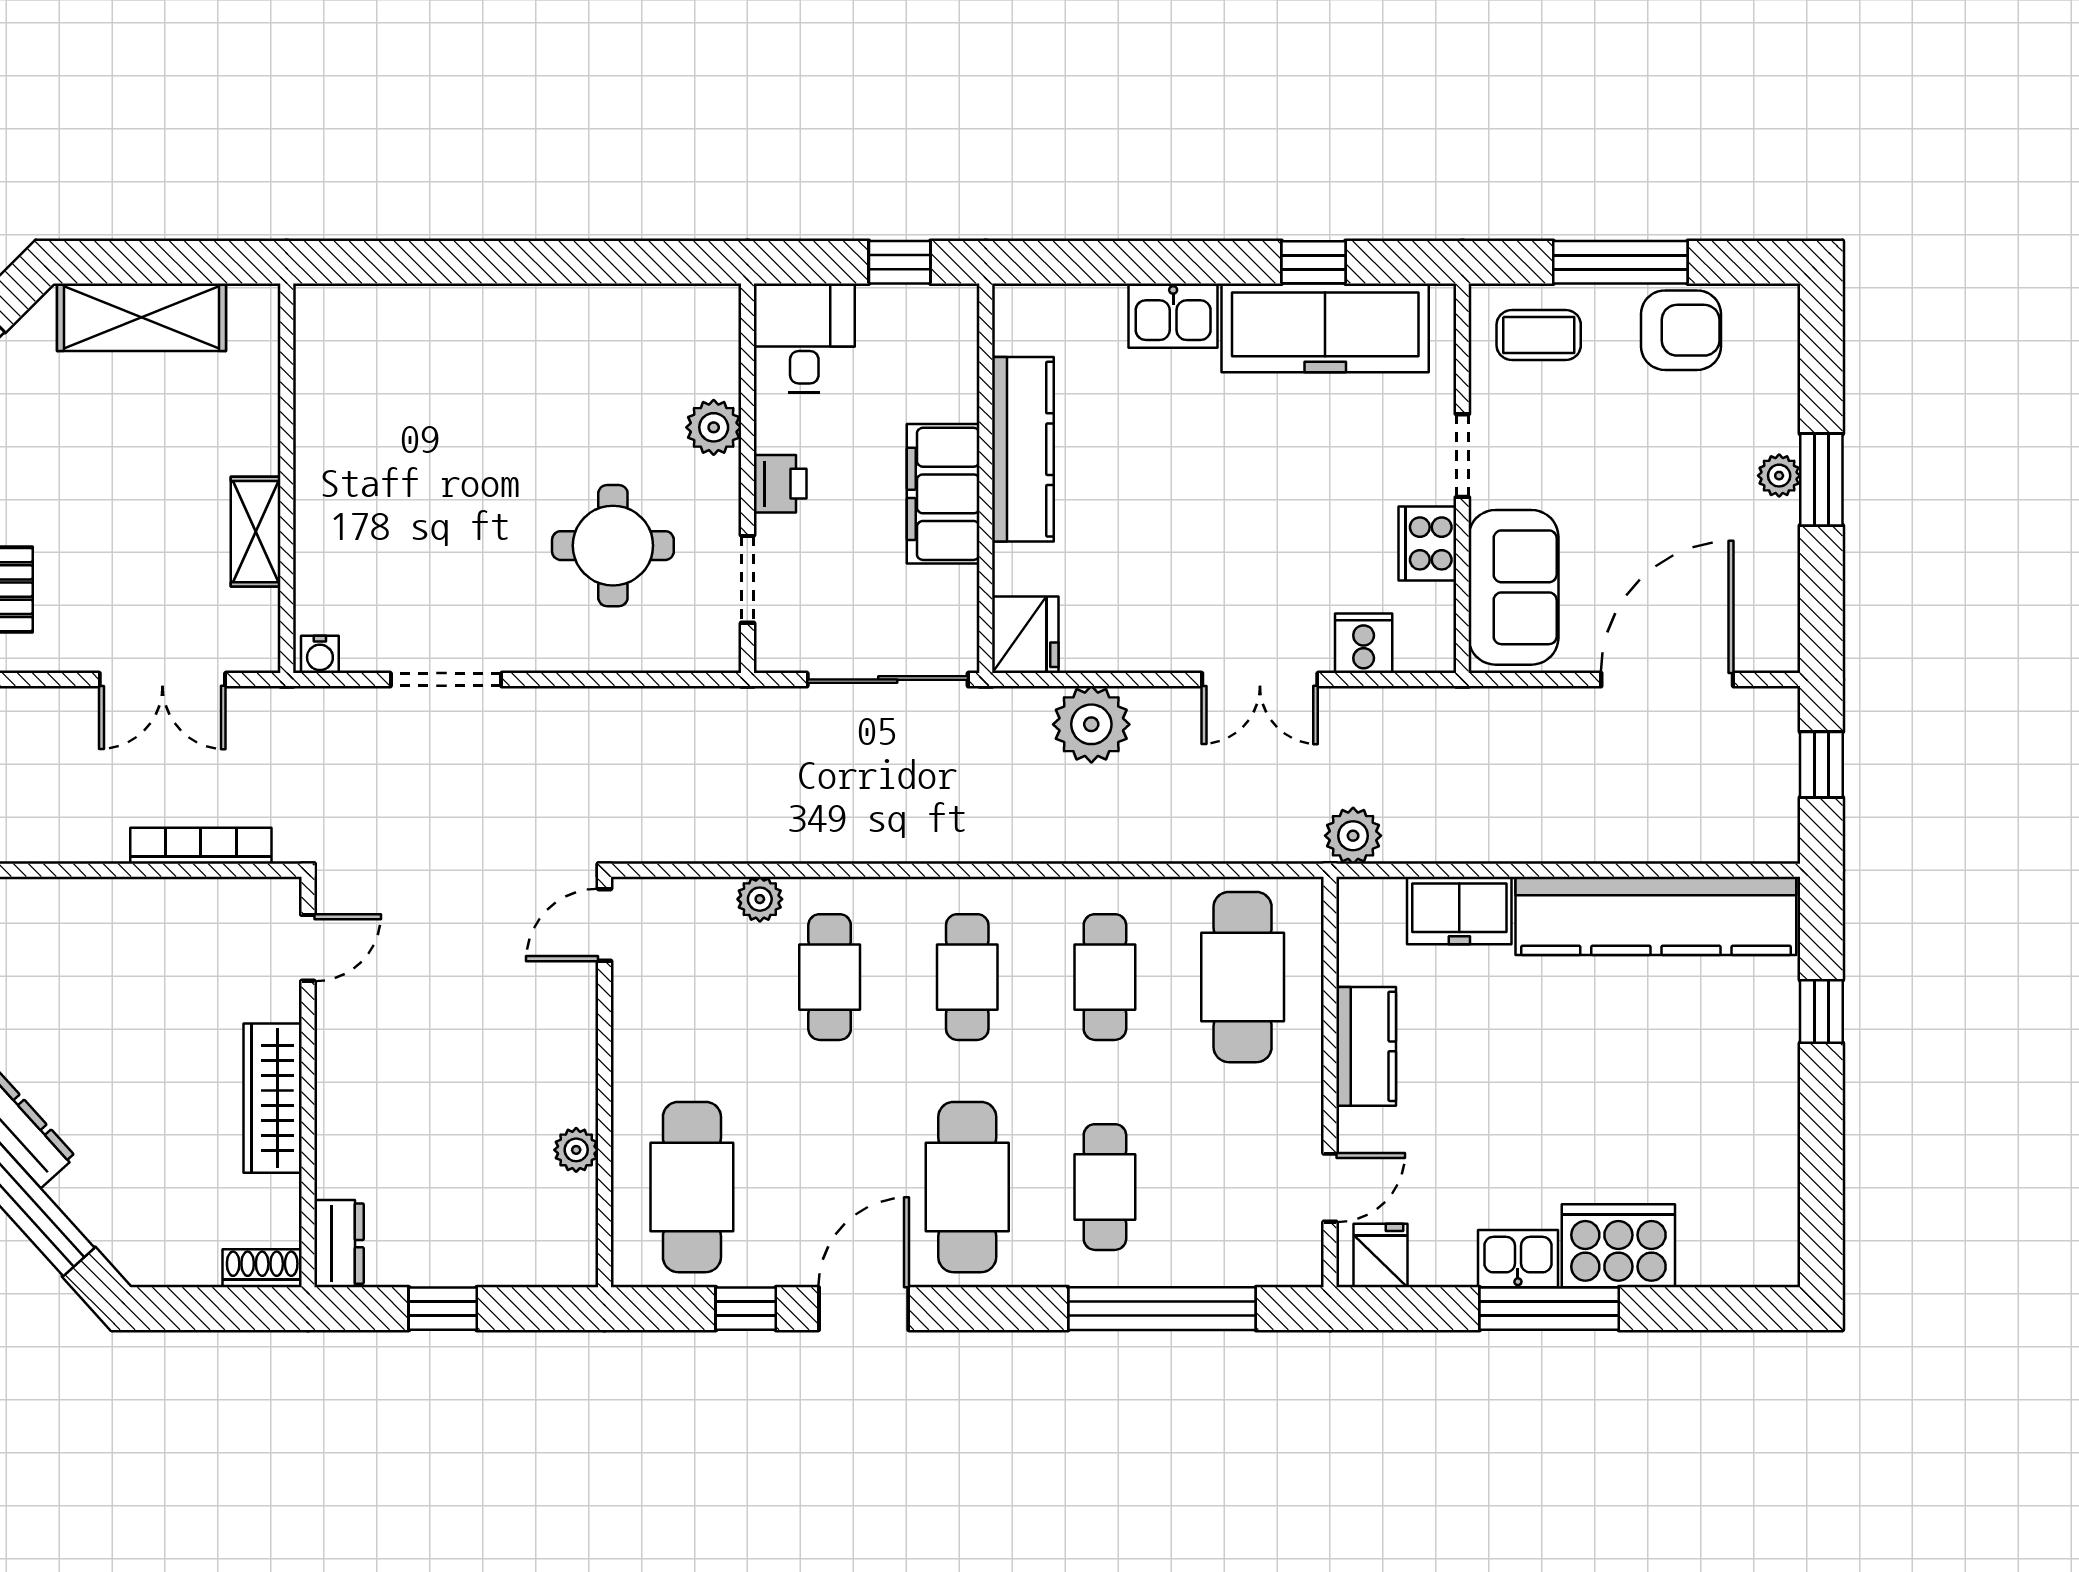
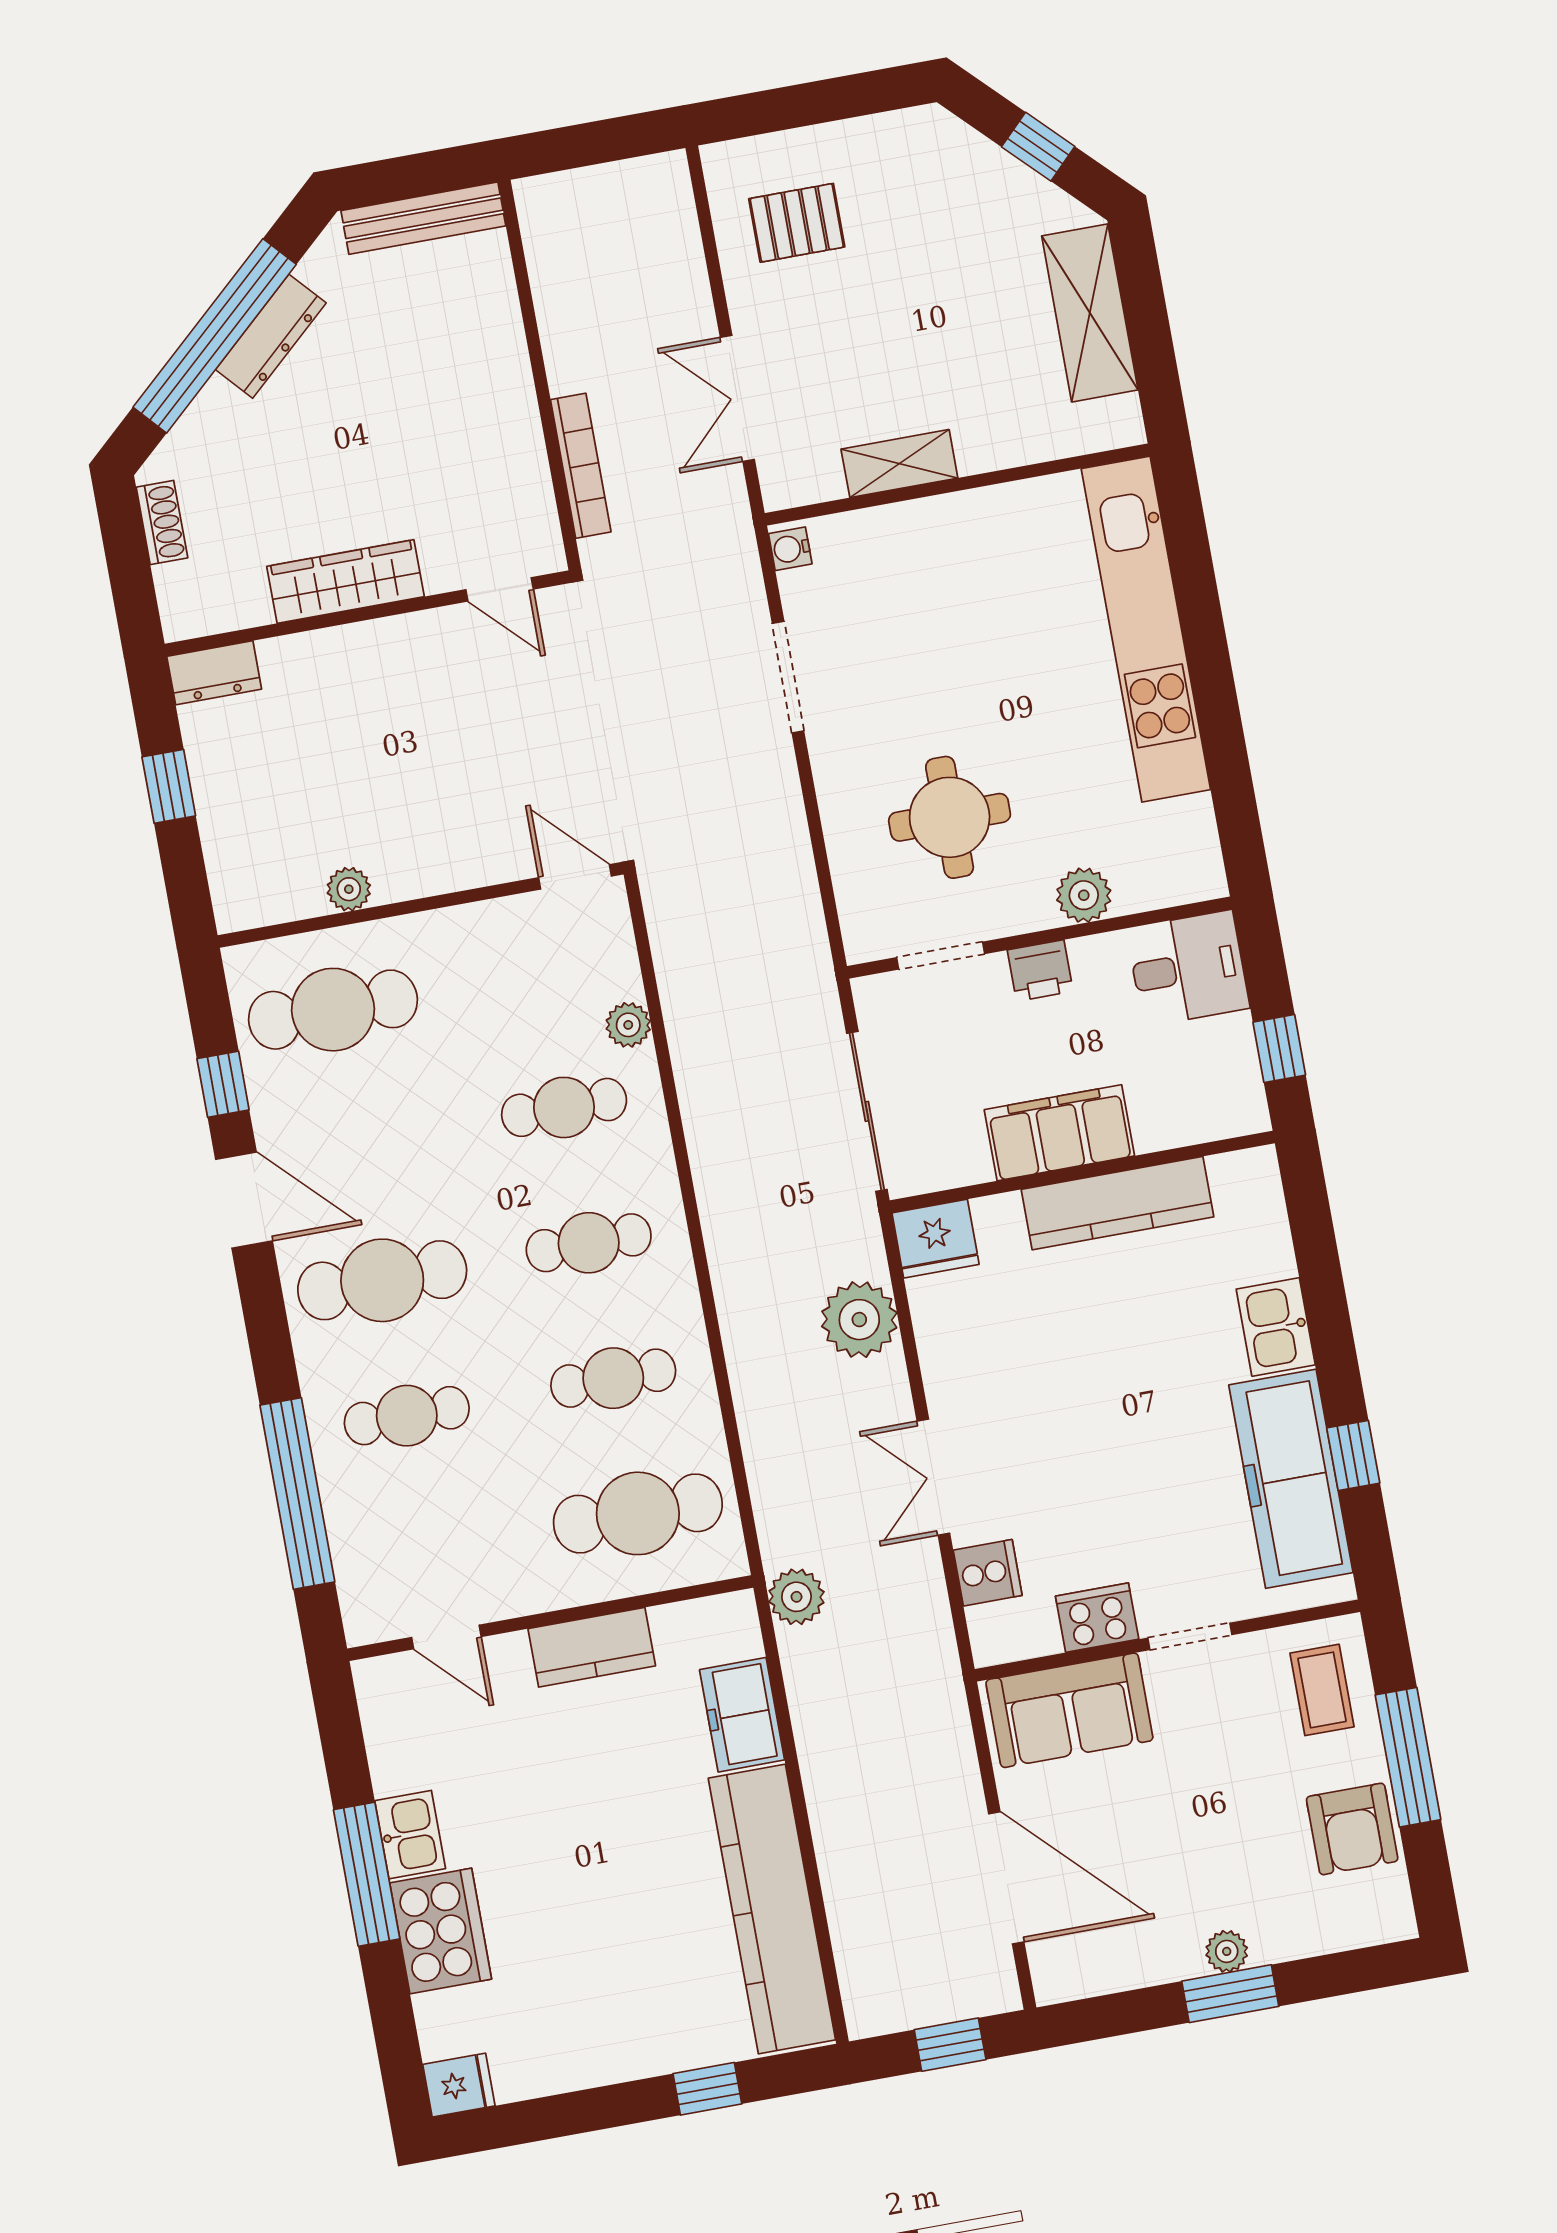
kitchen unit: (463, 319) -> (1146, 629), added
fridge: (1381, 1255) -> (459, 2085), moved
shoe rack: (262, 1268) -> (162, 522), moved

